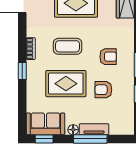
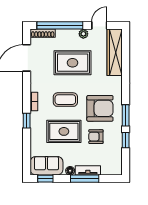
armchair: (108, 57) -> (100, 108), width x1.88, depth x1.88

